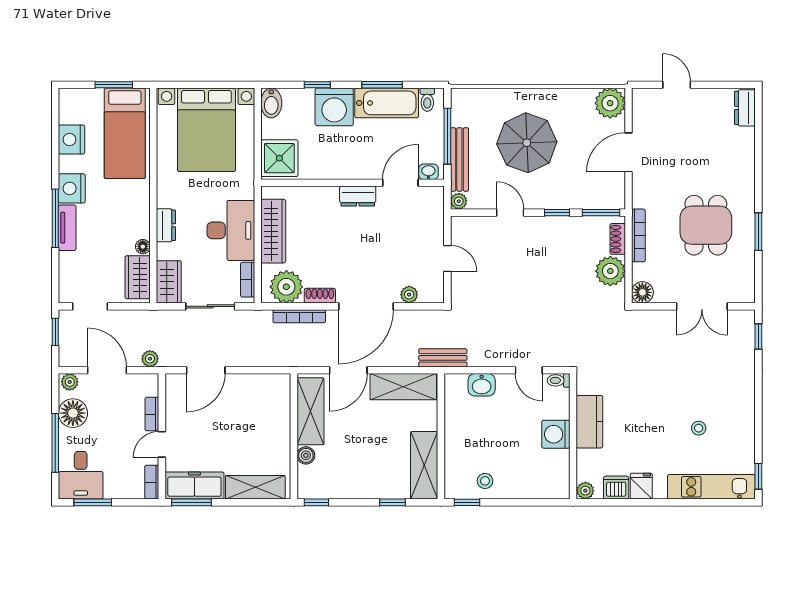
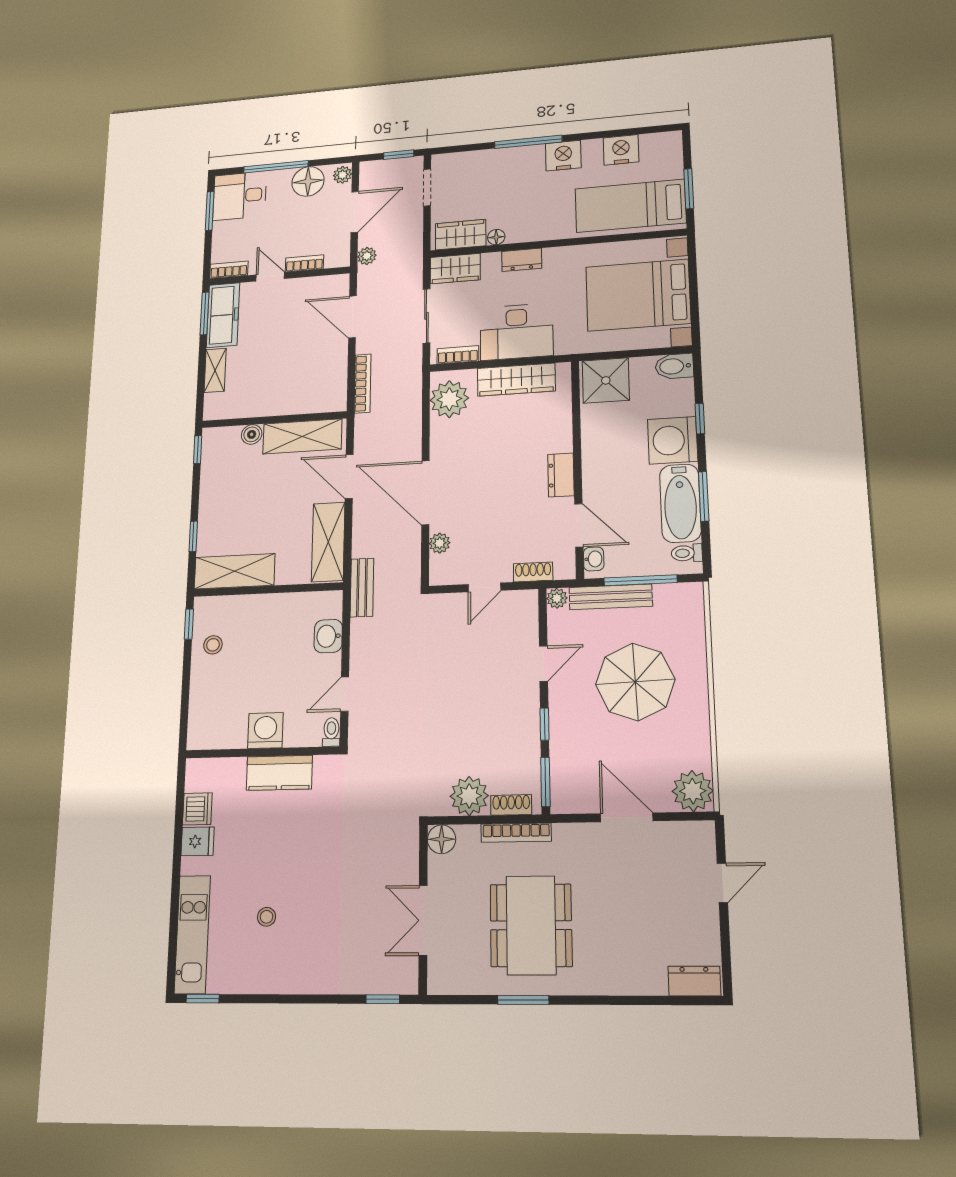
dining table: (706, 225) -> (531, 925), width x1.38
tv unit: (67, 228) -> (517, 155), removed
shoe rack: (320, 296) -> (533, 572), moved, turned -90
bookcase: (299, 316) -> (363, 383), moved, turned 180
shelving: (255, 487) -> (215, 370), width x0.67, depth x0.75
plant: (585, 491) -> (196, 770), removed

